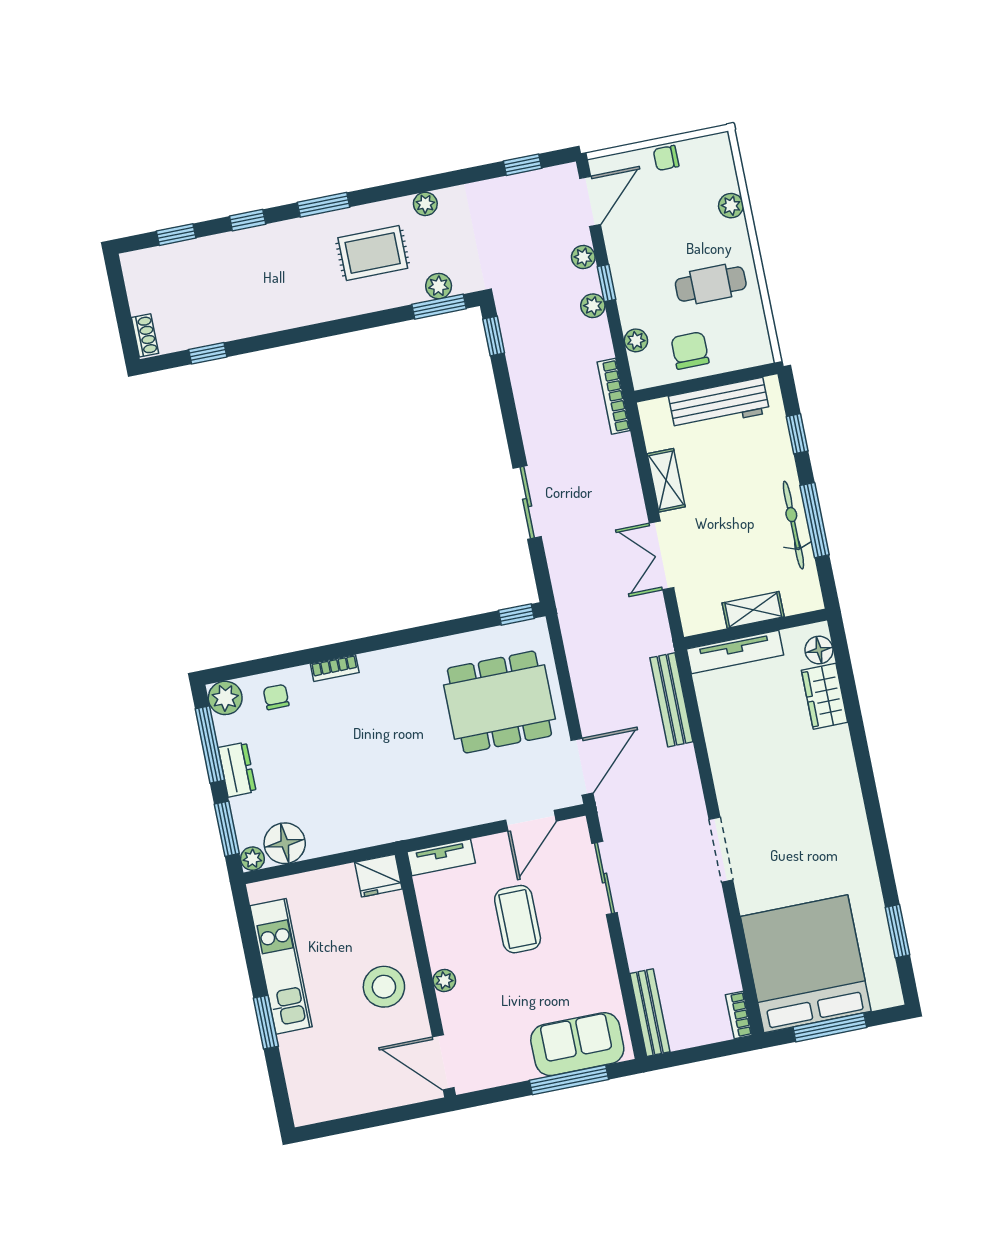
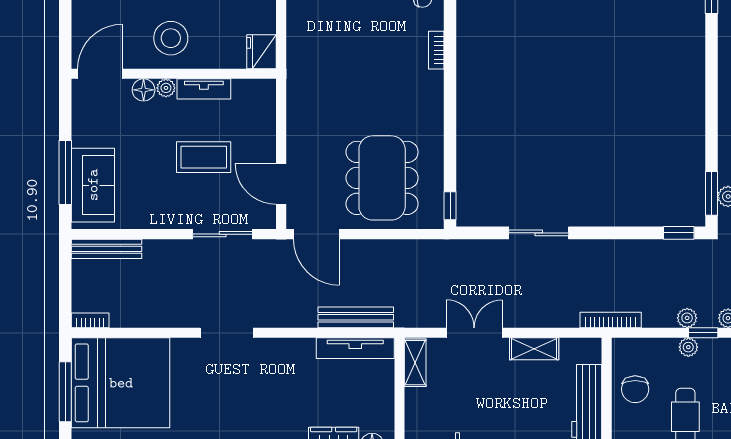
plant: (636, 340) -> (688, 347), moved
chair: (690, 350) -> (635, 389), turned 90
shelving: (753, 610) -> (415, 363), moved
tv unit: (735, 652) -> (355, 348), moved, turned -90
tv unit: (441, 857) -> (204, 89), moved, turned -90
floor lamp: (452, 1007) -> (144, 90), added

